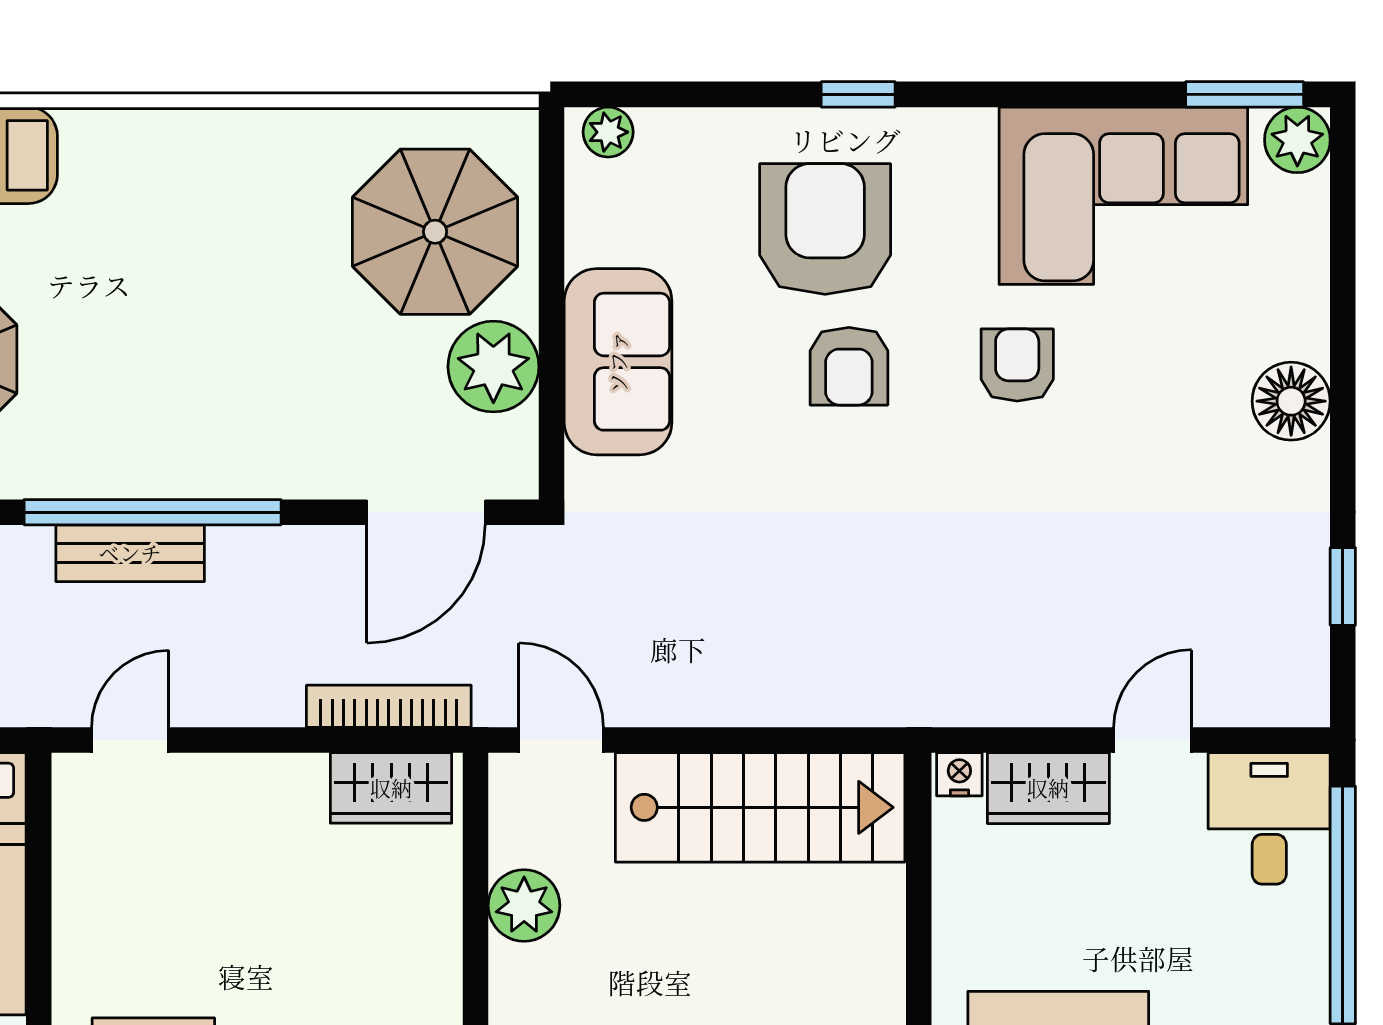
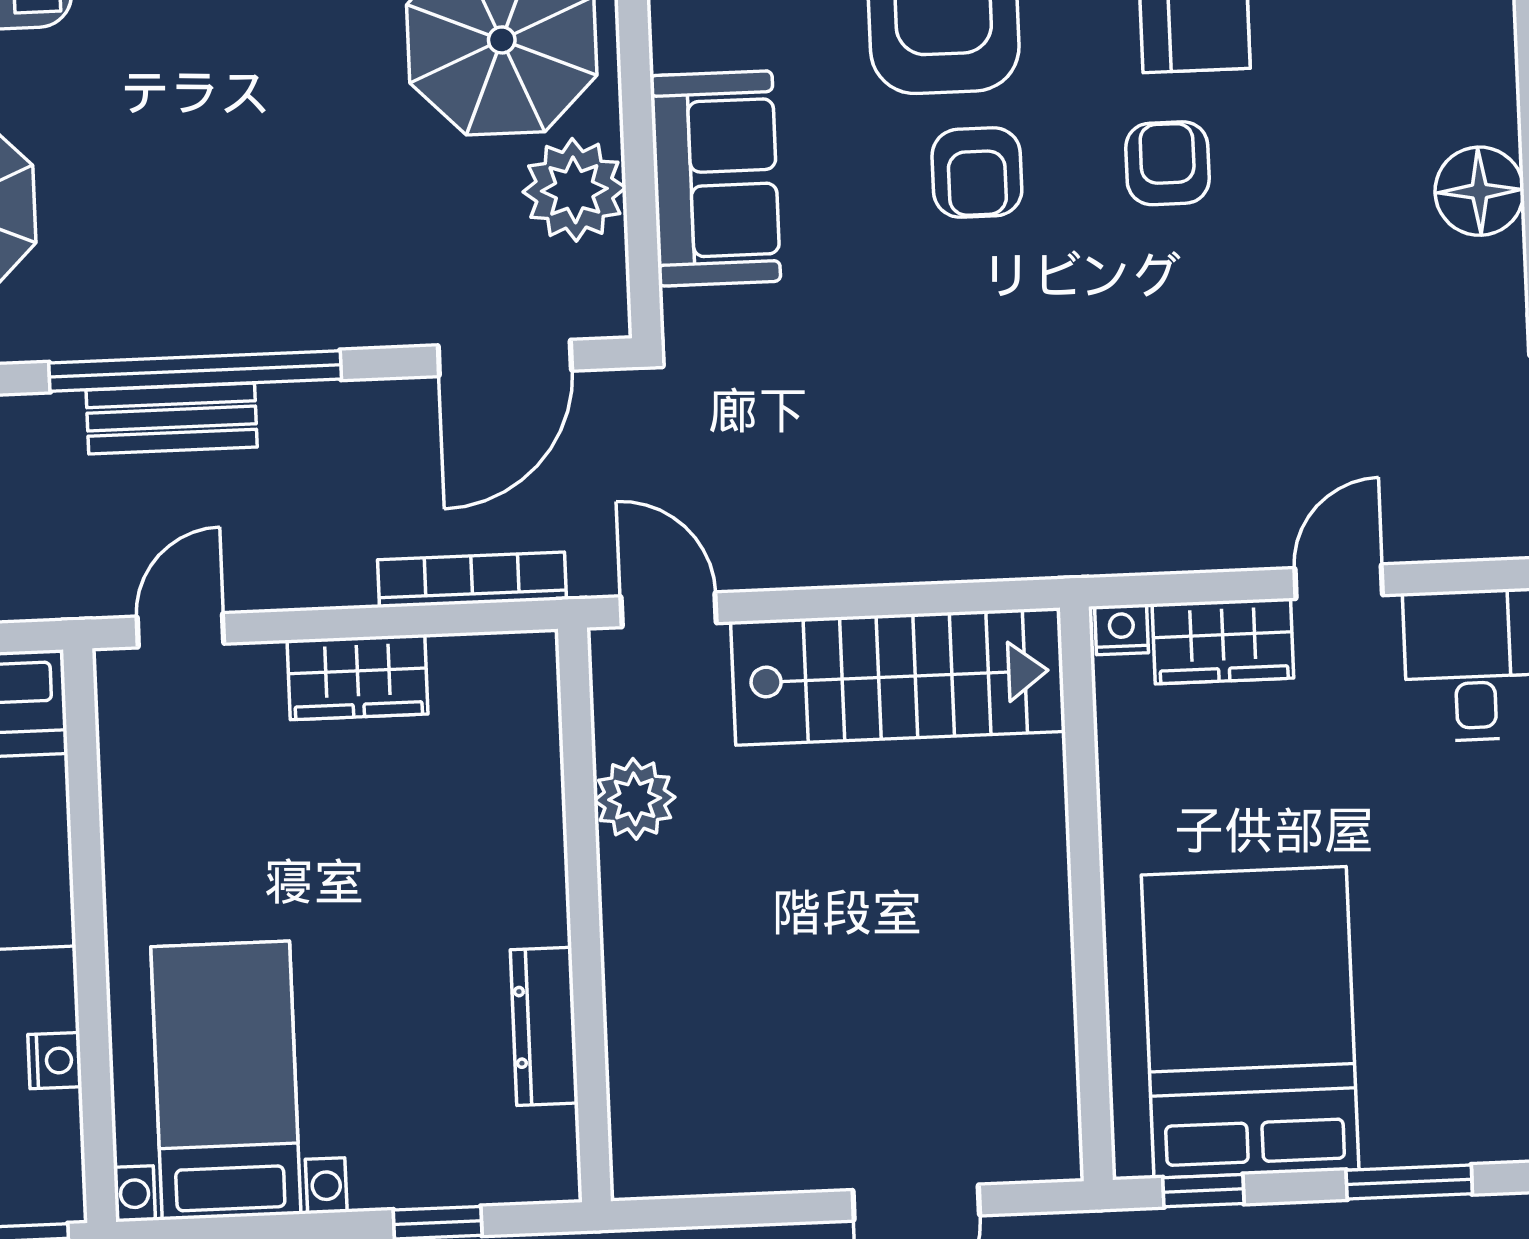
wardrobe: (391, 788) -> (357, 677), moved

